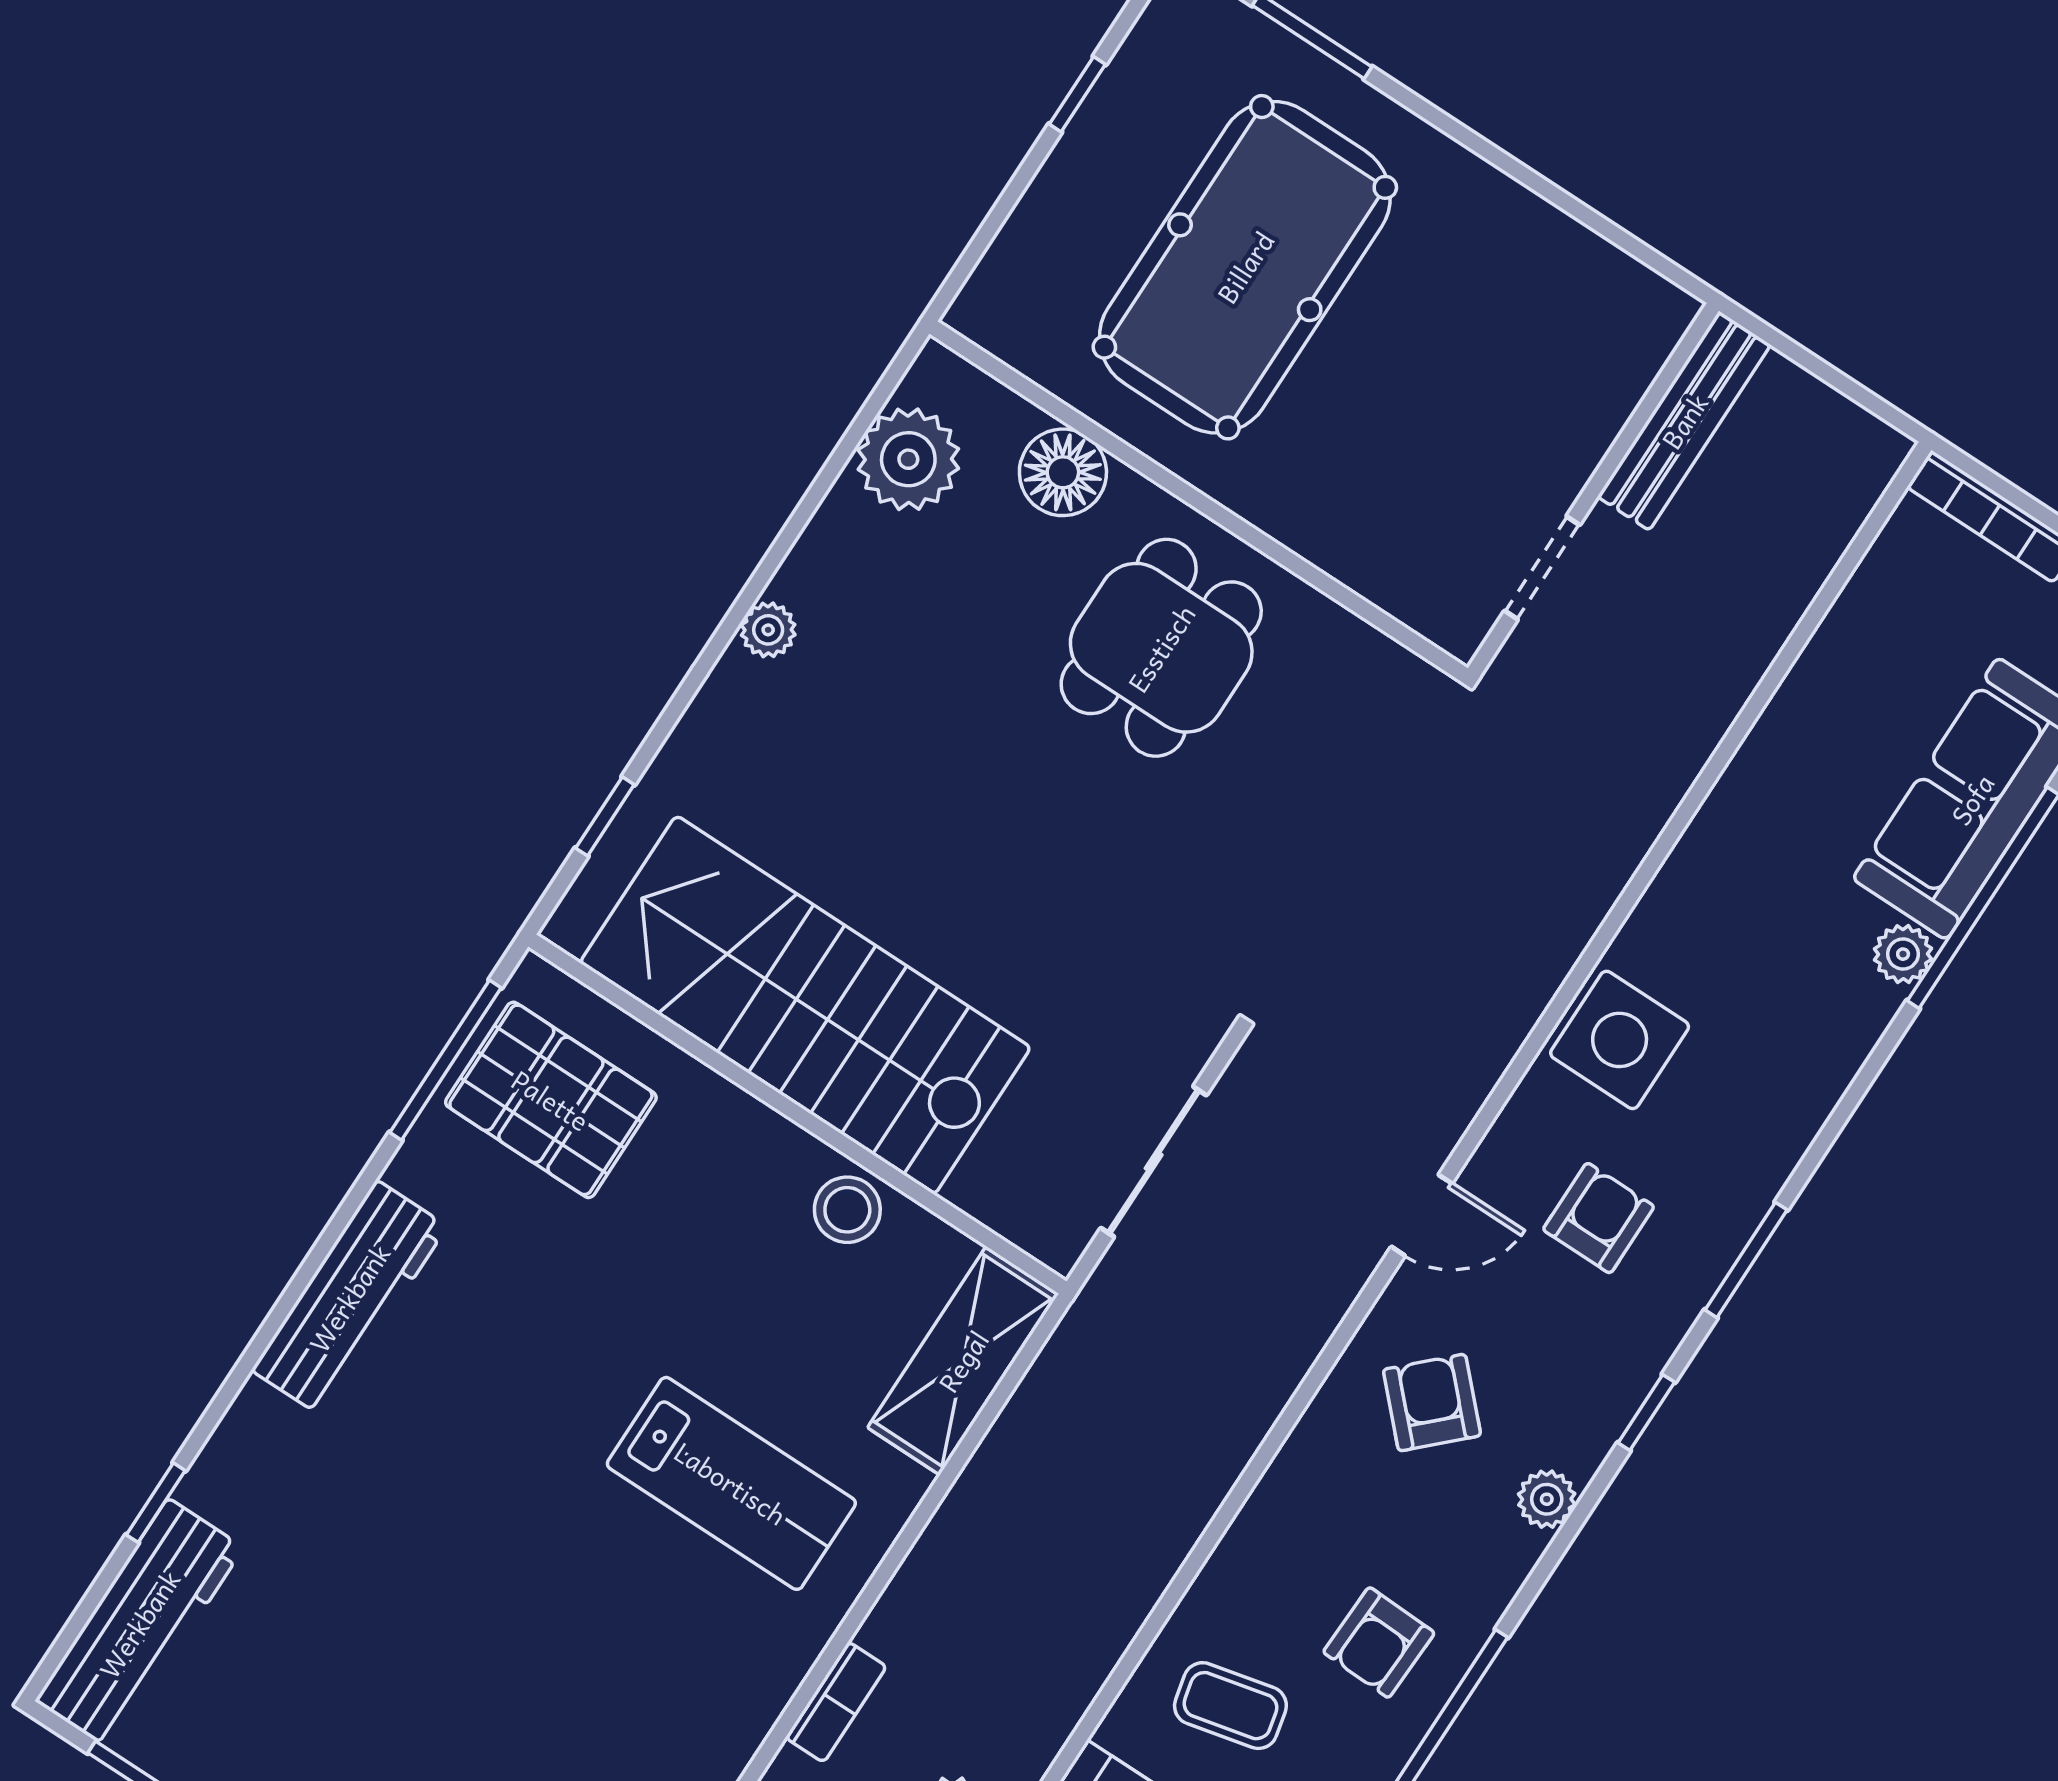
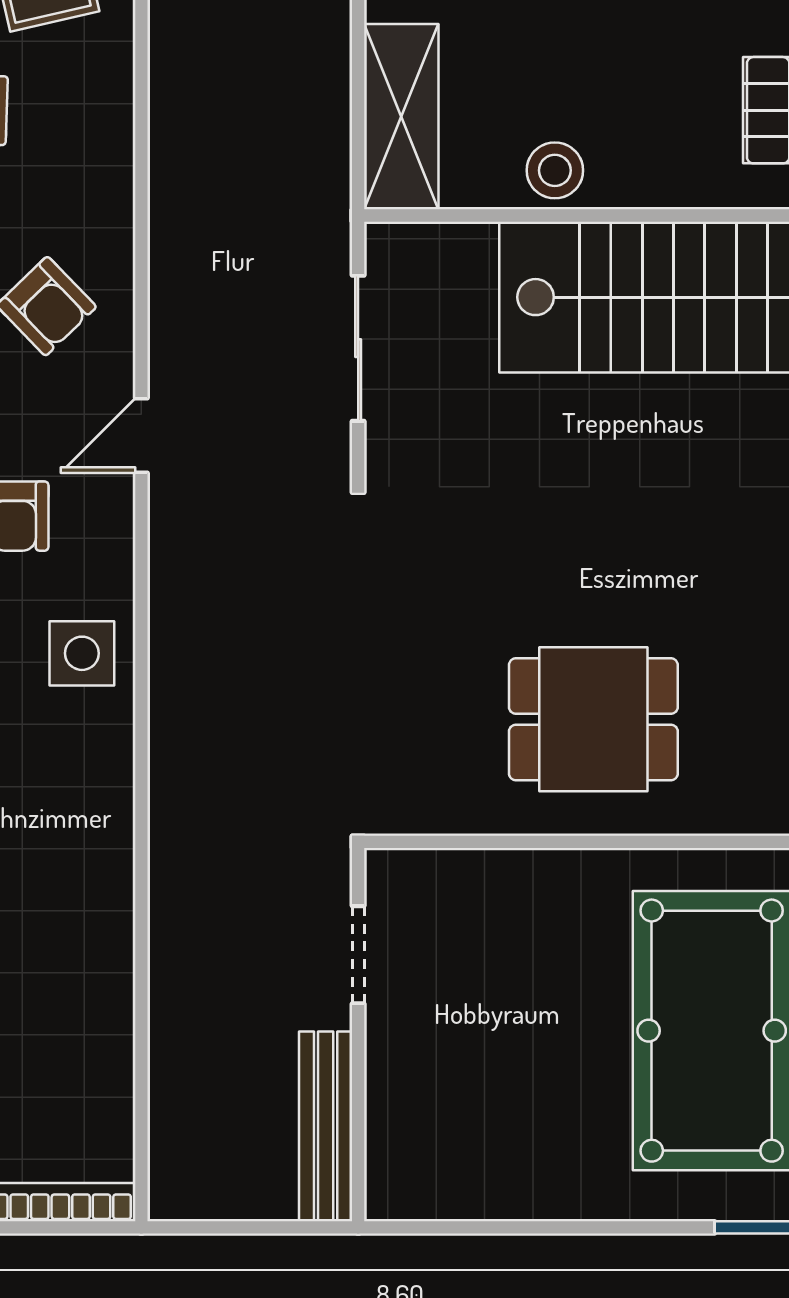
floor lamp: (1063, 472) -> (746, 799), removed
dining table: (1161, 648) -> (593, 719), turned 90
side table: (1620, 1040) -> (82, 653), width x0.73, depth x0.73

